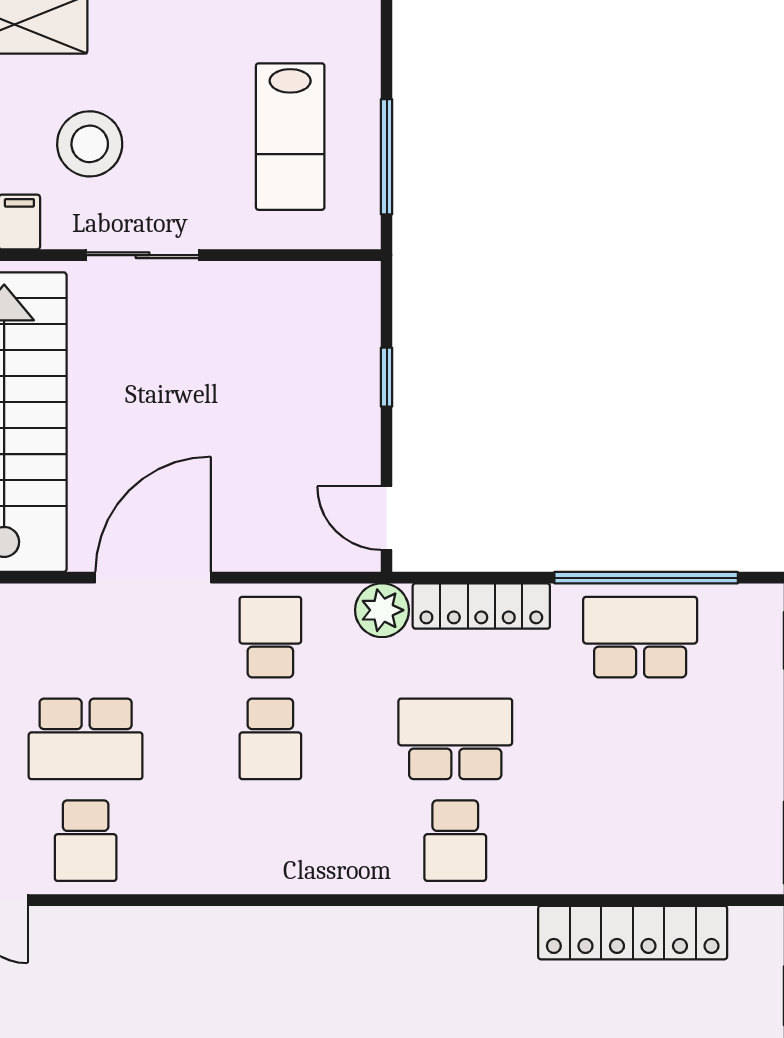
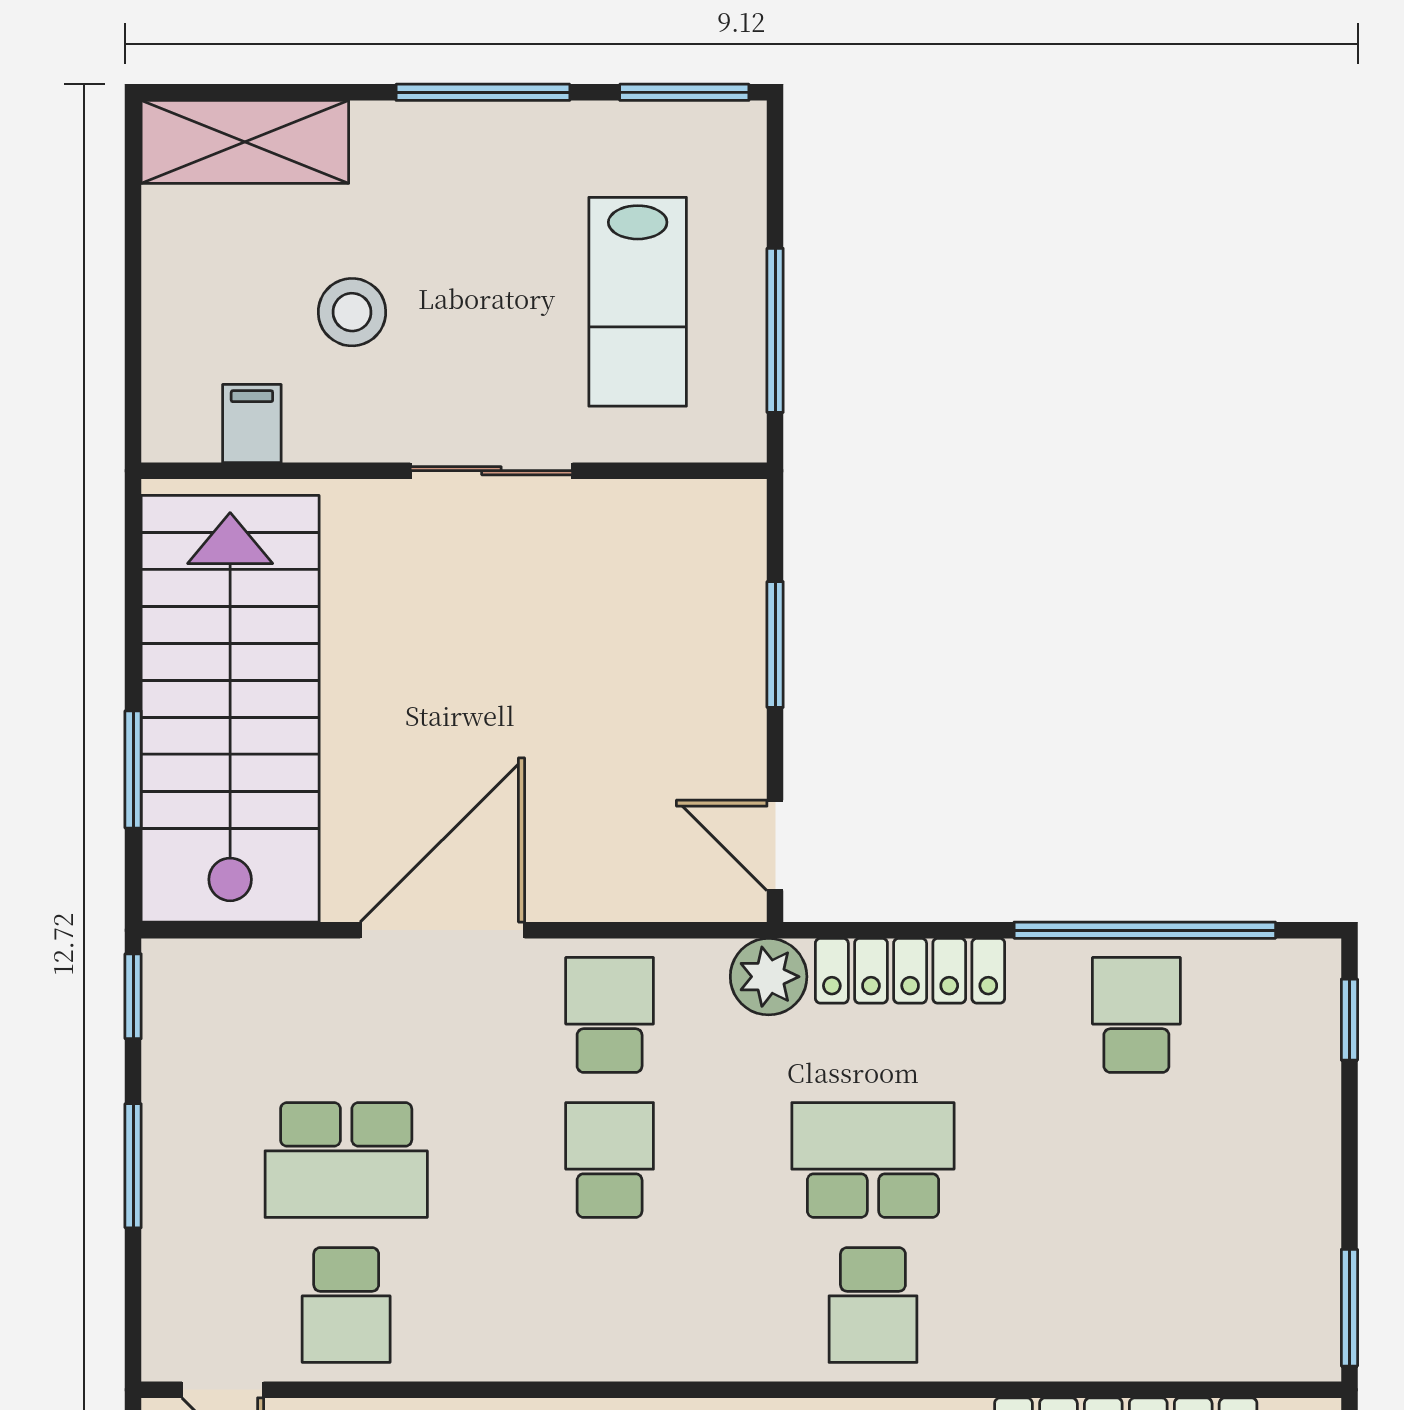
stool: (90, 144) -> (352, 312), width x0.73, depth x0.73
sliding door: (143, 255) -> (491, 471), moved
window: (387, 377) -> (775, 644), width x1.50
school desk: (640, 637) -> (1136, 1015), width x0.54
school desk: (270, 739) -> (610, 1160), turned 180

